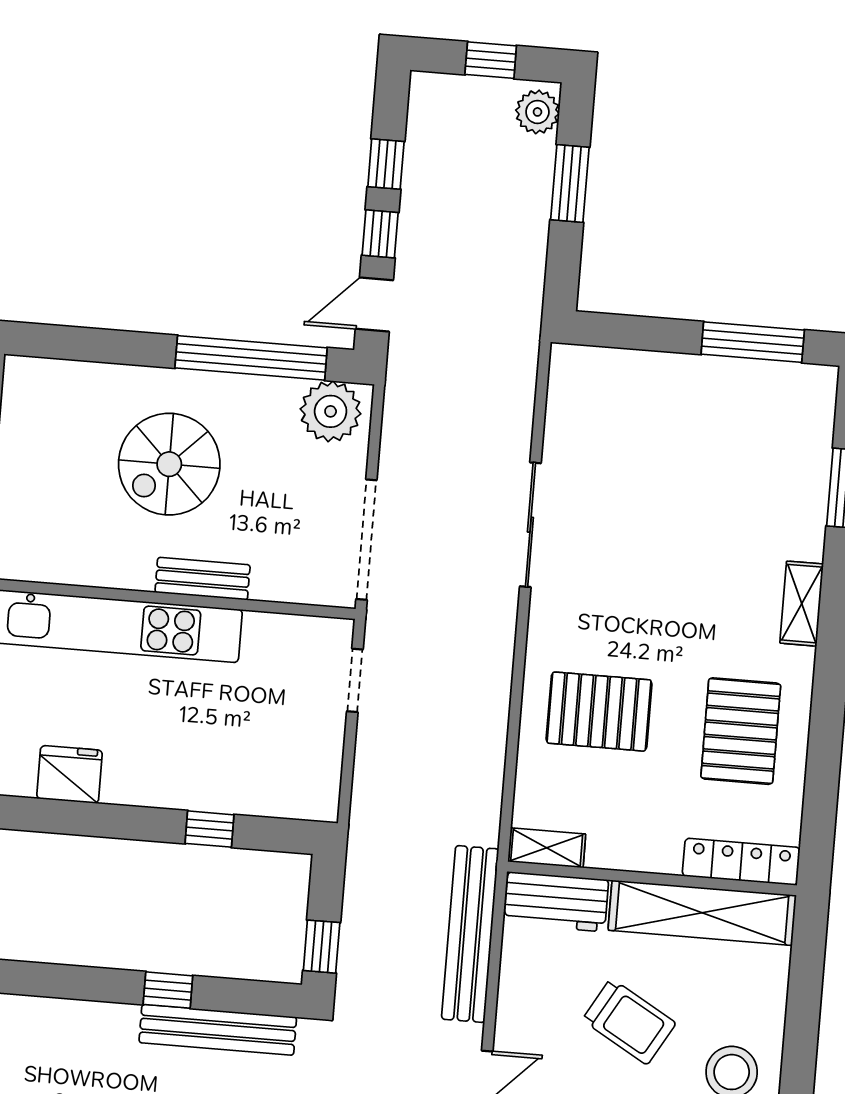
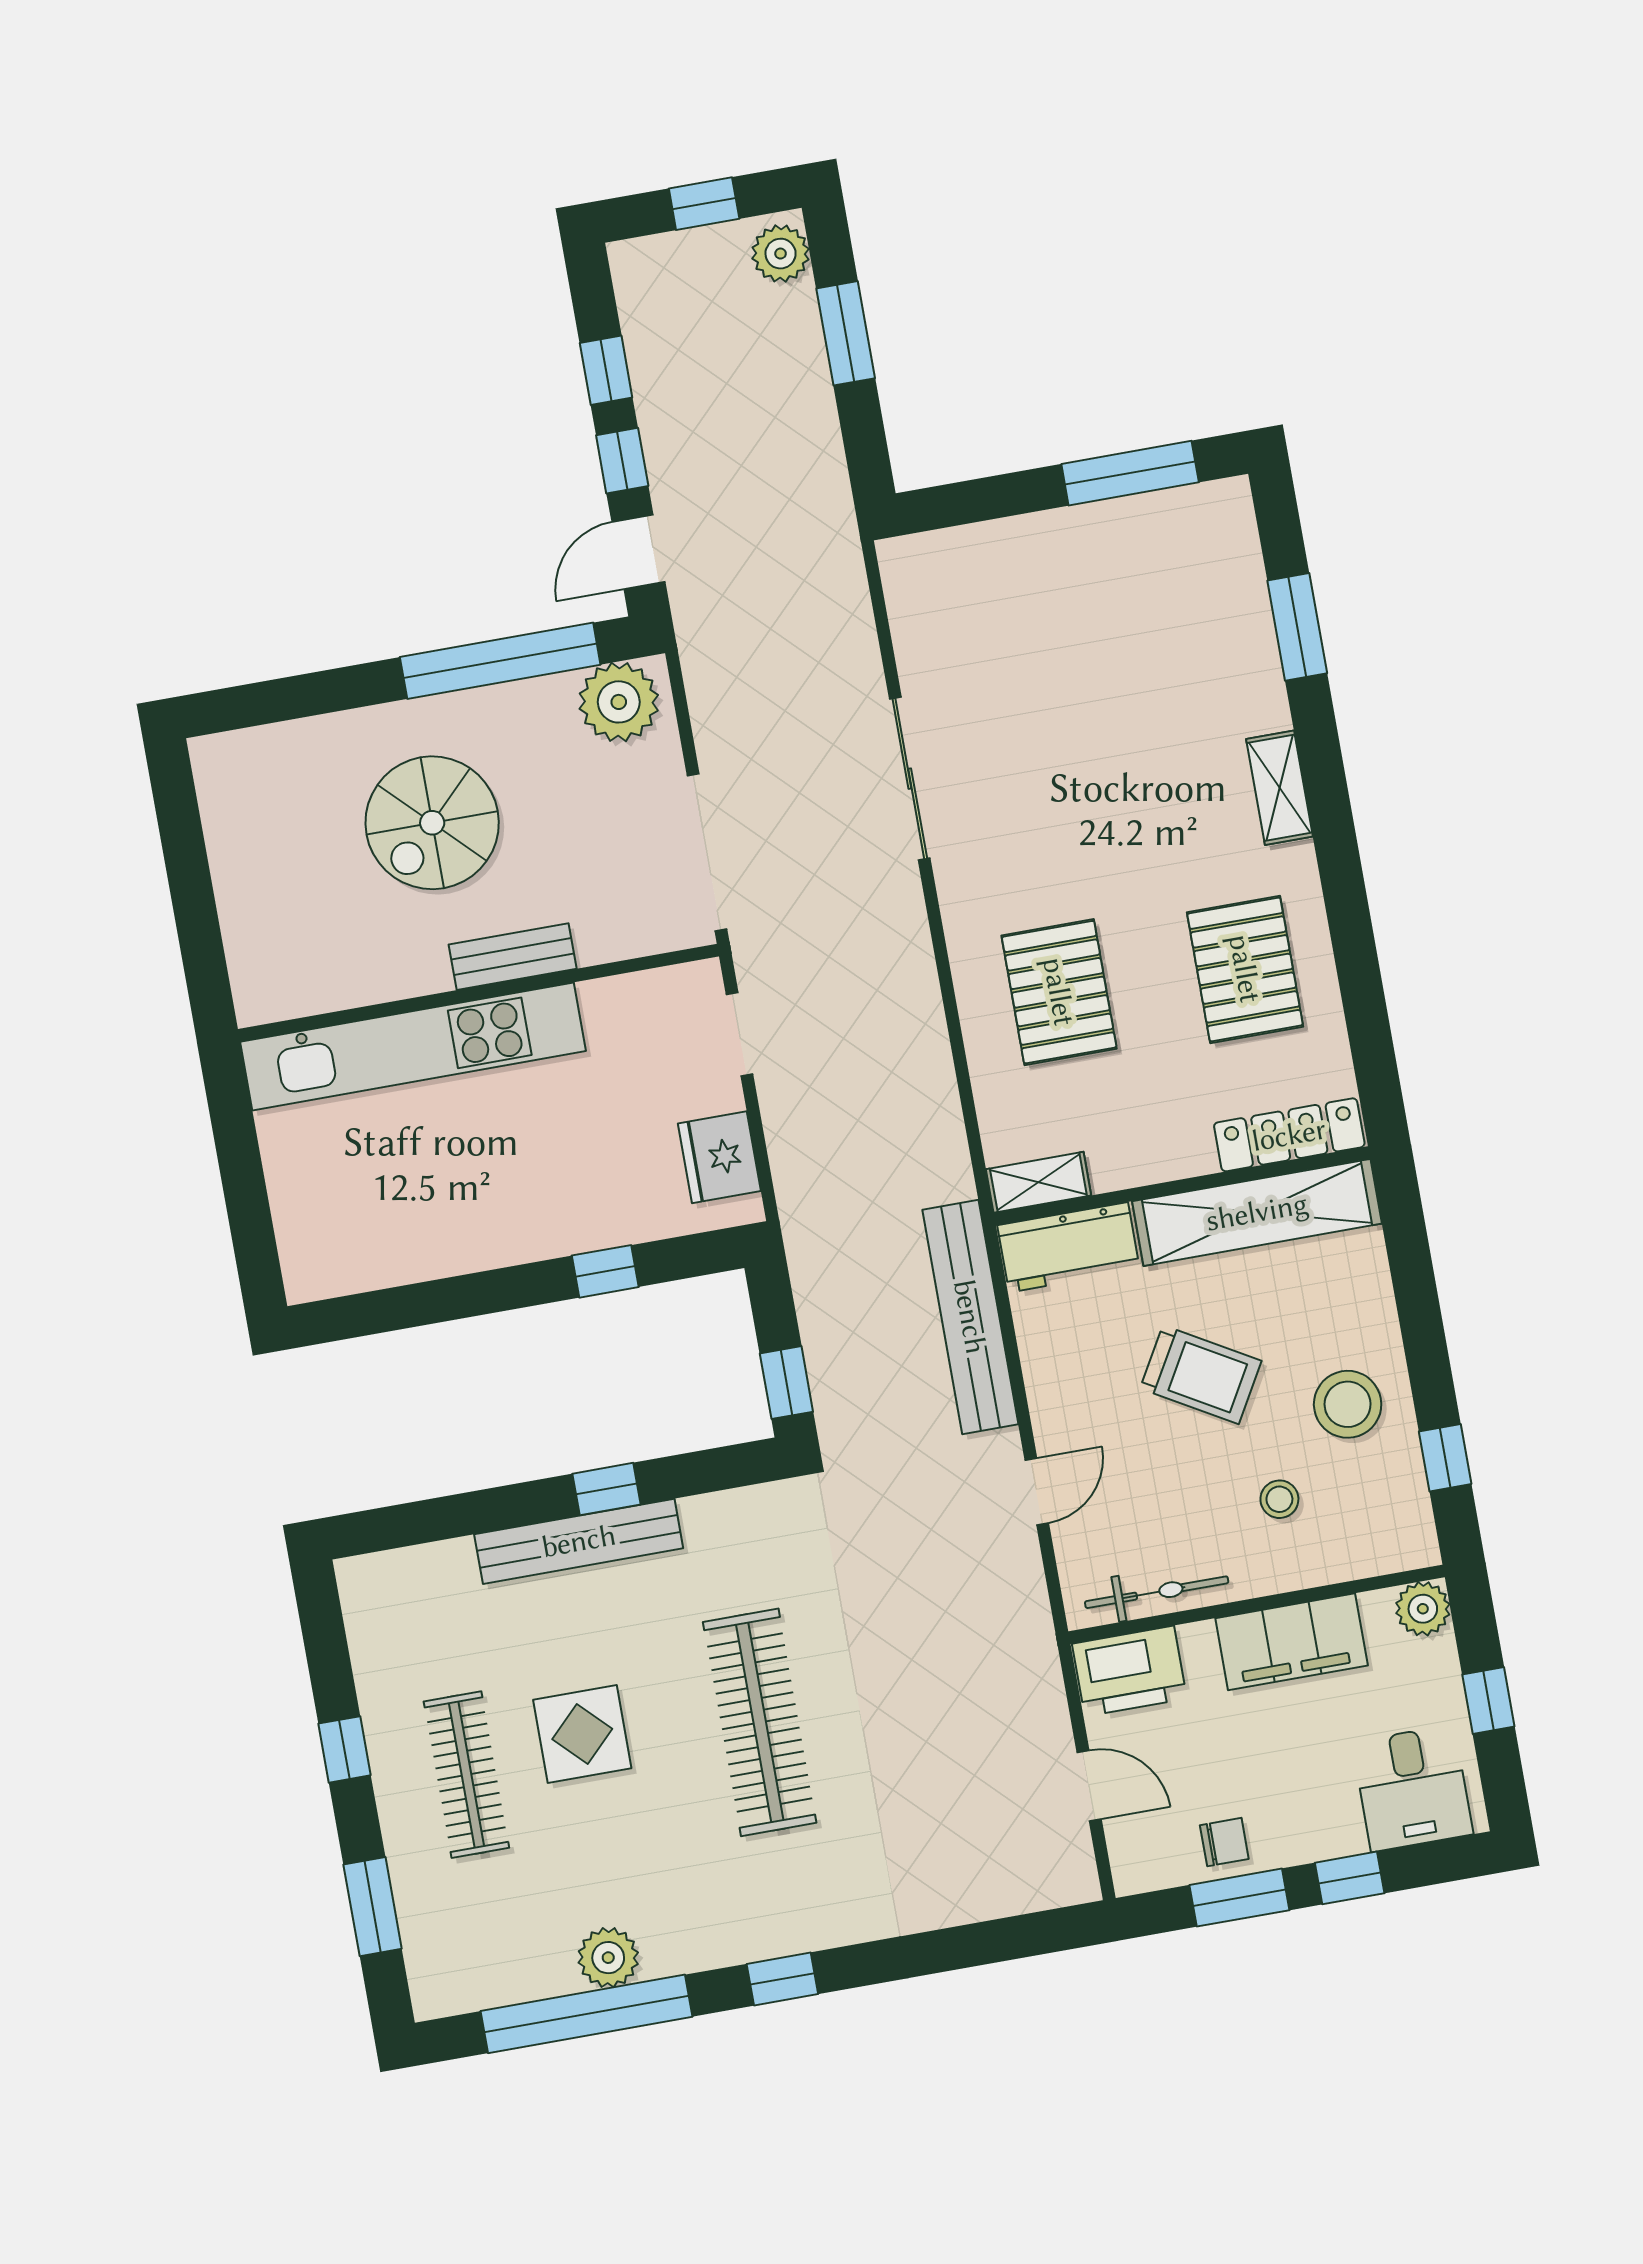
pallet: (599, 712) -> (1059, 992), turned 90
fridge: (70, 774) -> (719, 1157), moved, turned -90
bench: (218, 1030) -> (579, 1541), moved

